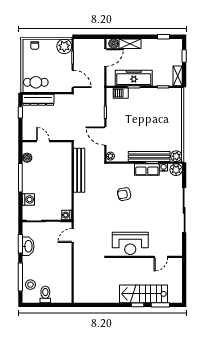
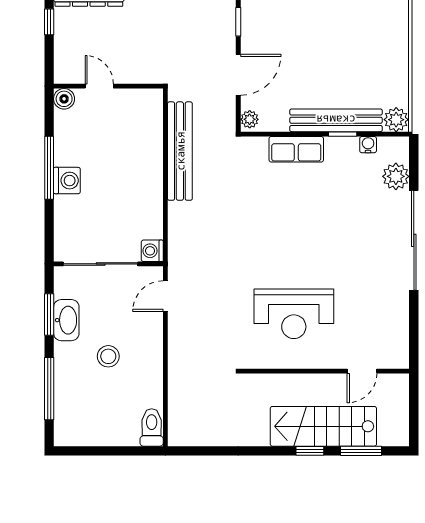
door: (105, 136) -> (238, 75), swing flipped
boiler: (27, 158) -> (64, 99), moved
row of seats: (147, 170) -> (296, 149), moved
plant: (176, 170) -> (396, 176), moved
armchair: (124, 194) -> (280, 204), removed
washing machine: (28, 199) -> (67, 181), moved
wall: (144, 257) -> (325, 371), moved
door: (161, 257) -> (362, 371), moved
stool: (30, 285) -> (108, 356), moved
toilet: (45, 294) -> (152, 427), moved

